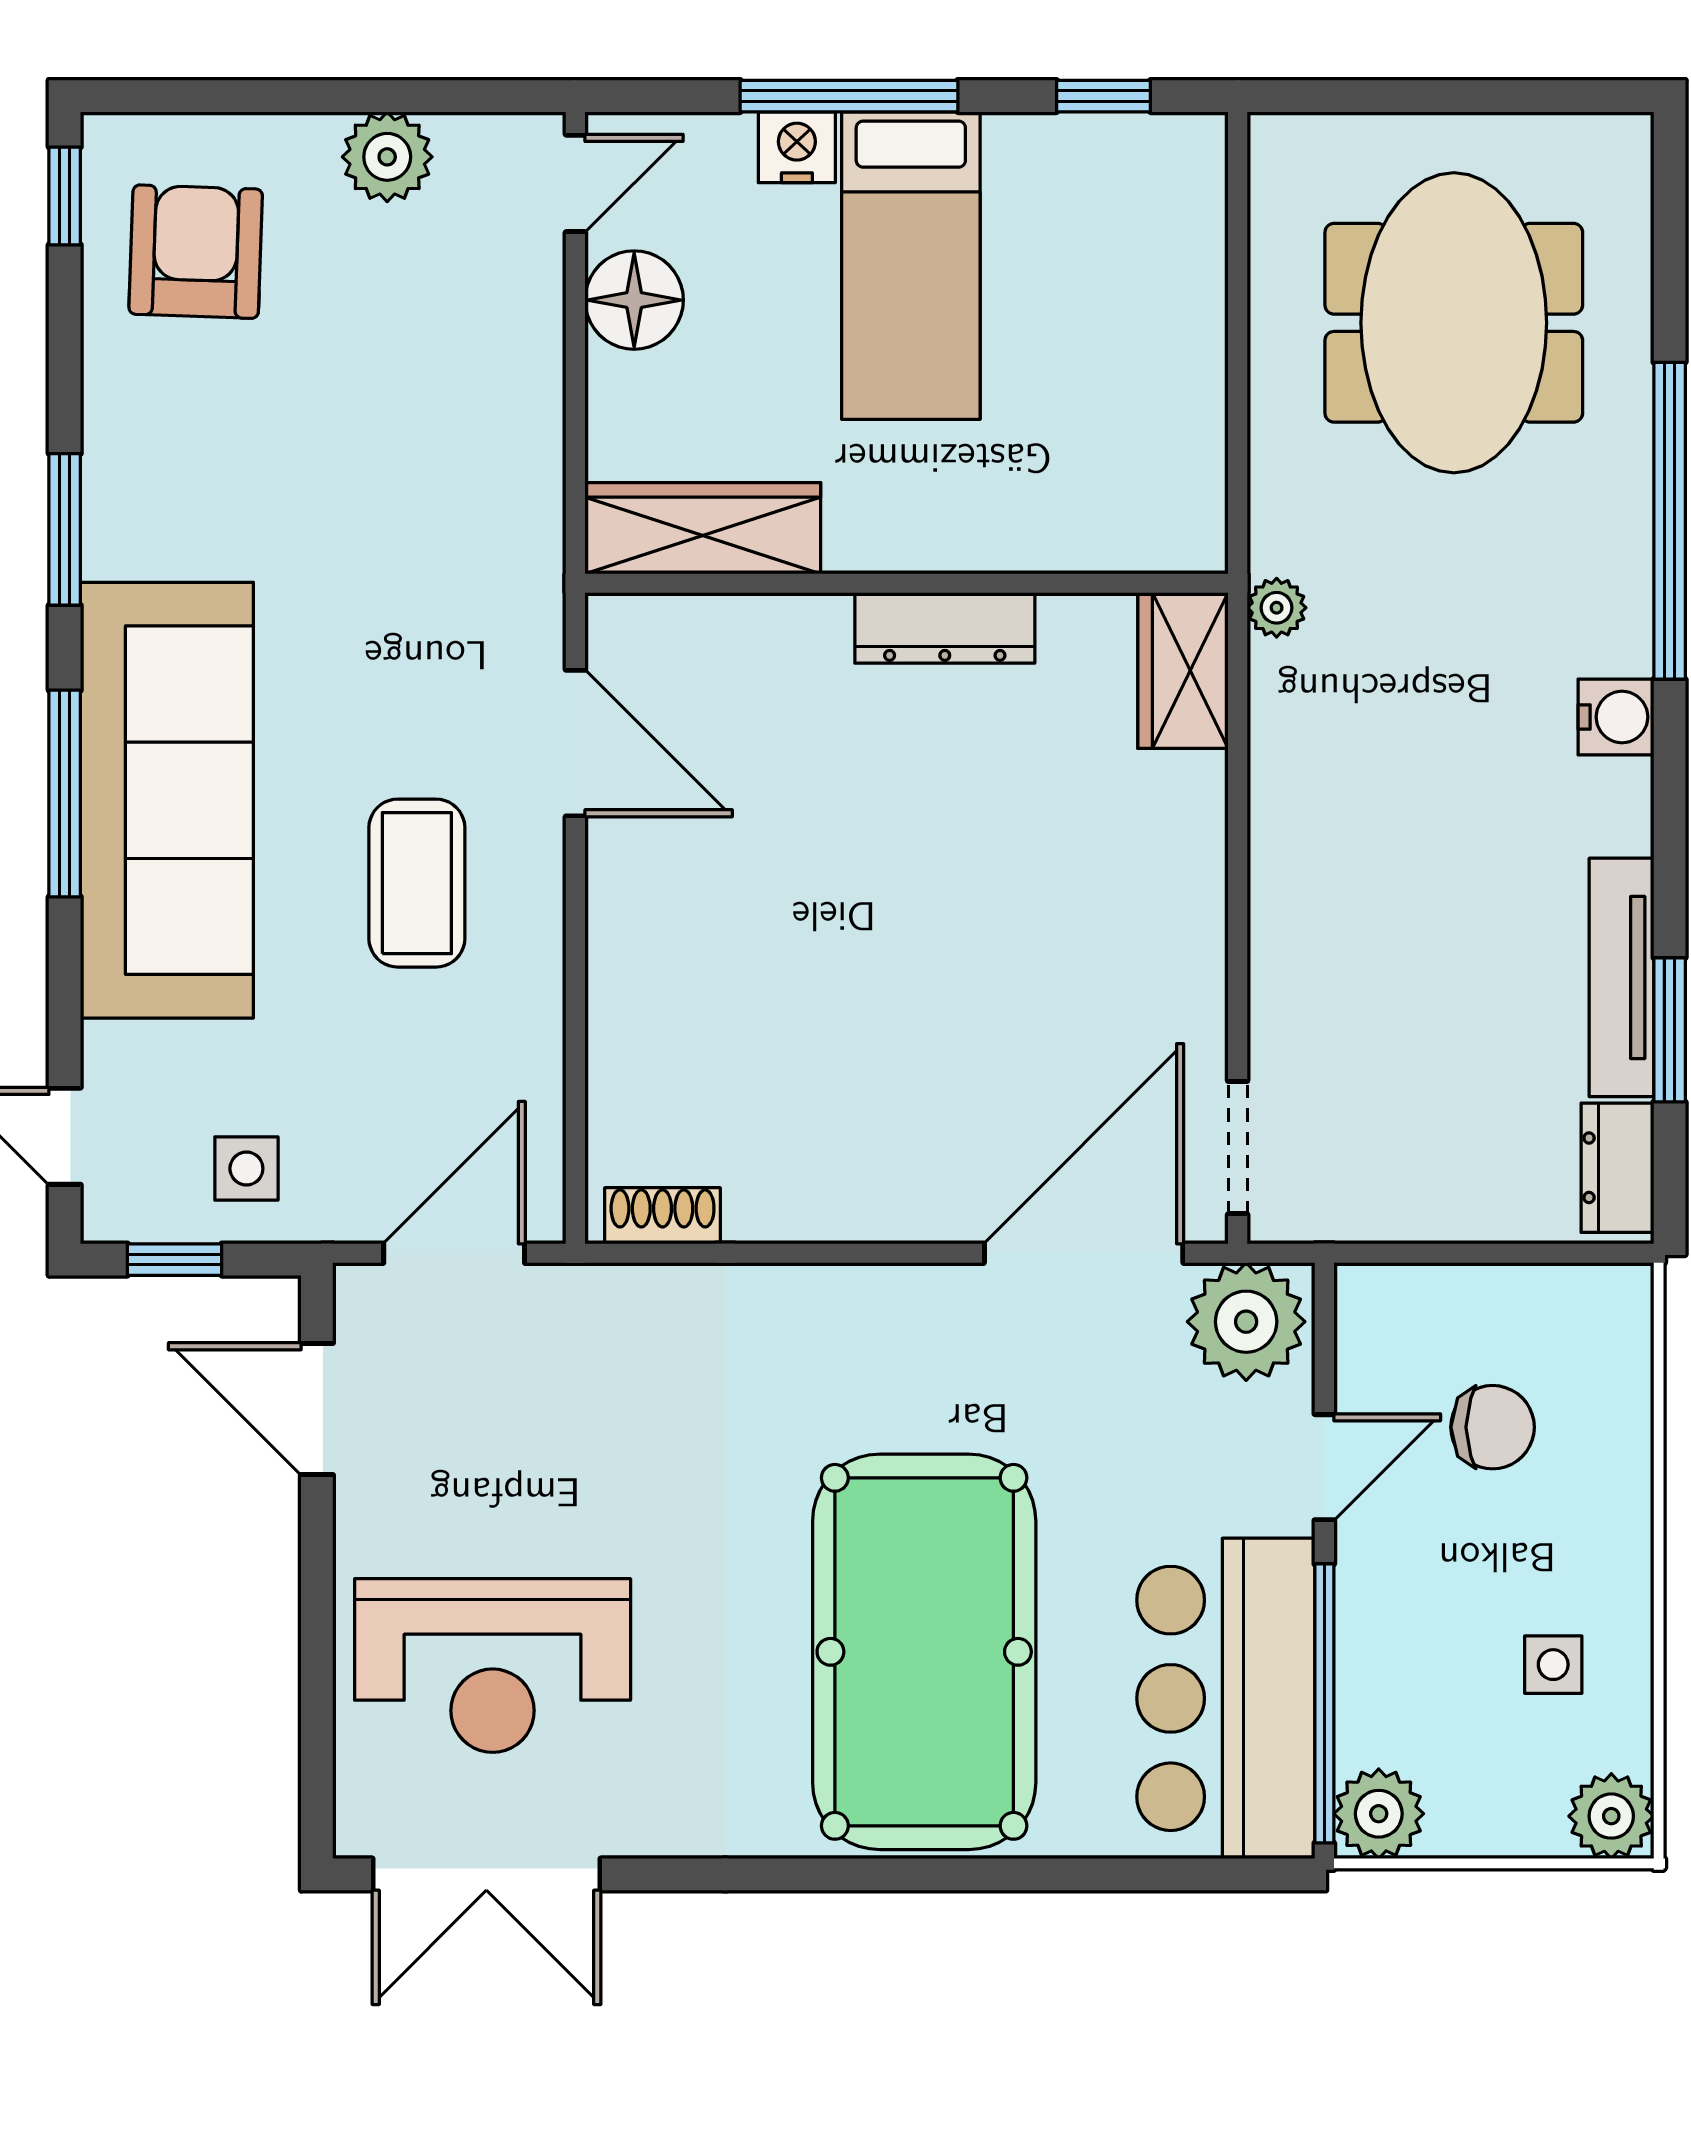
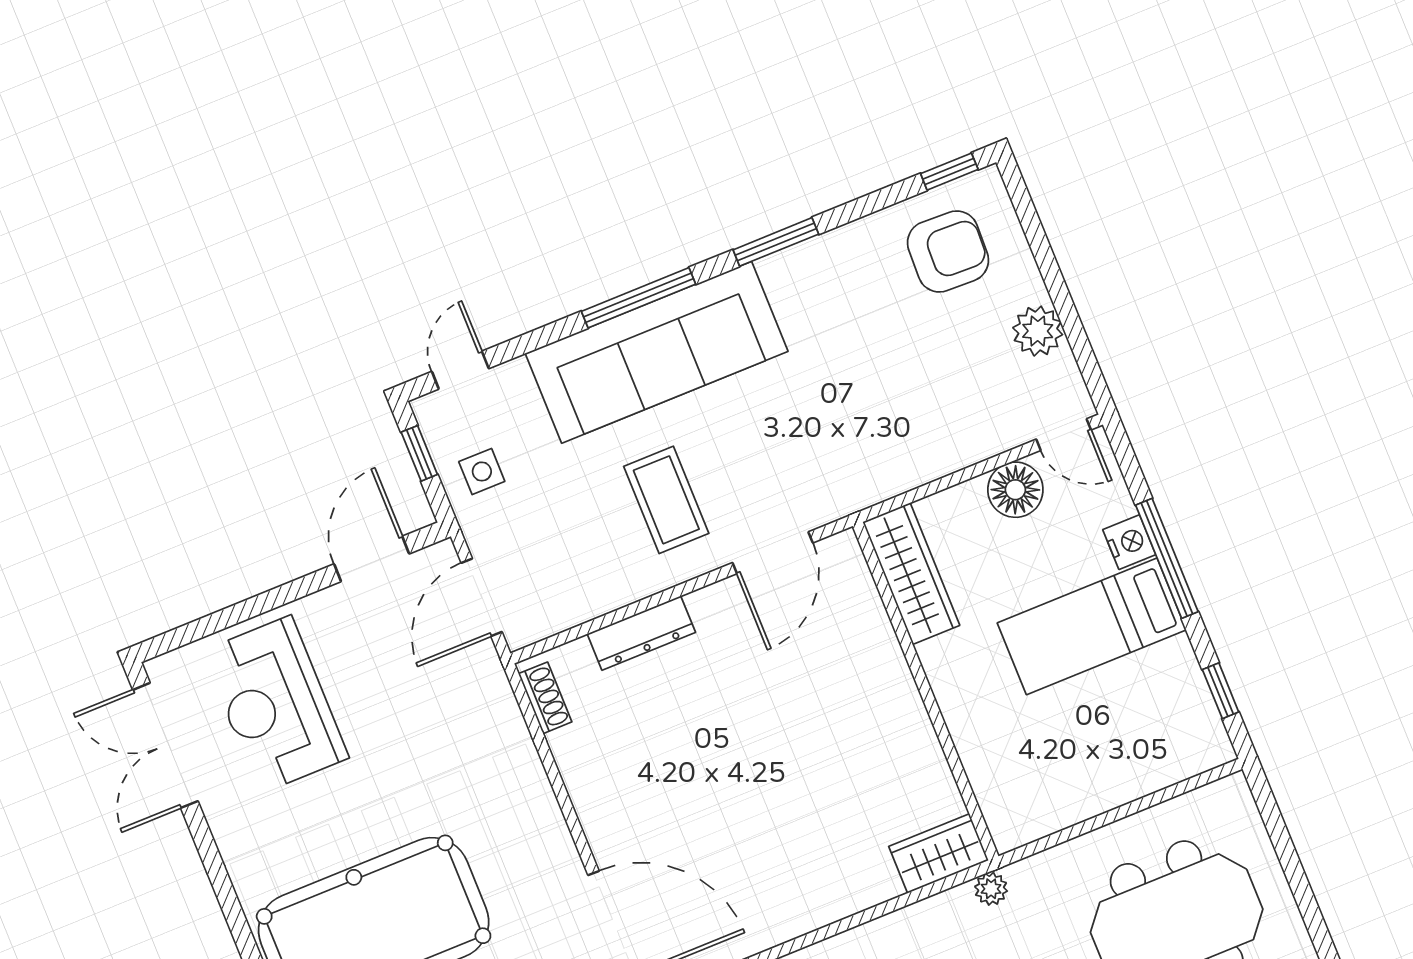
dresser: (945, 628) -> (641, 633), moved, turned -90
coffee table: (417, 883) -> (666, 500), turned 90
door: (454, 1253) -> (482, 597), swing flipped

